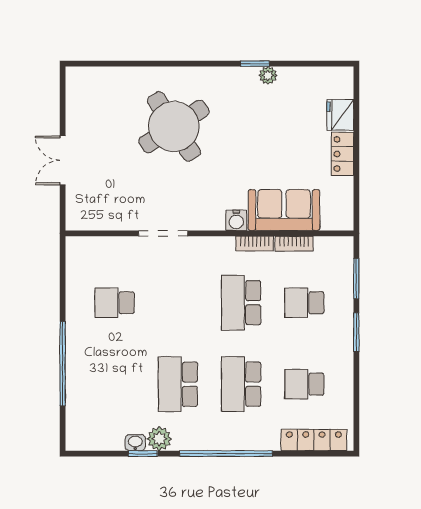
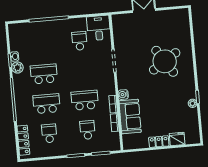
desk: (91, 260) -> (99, 28), added

